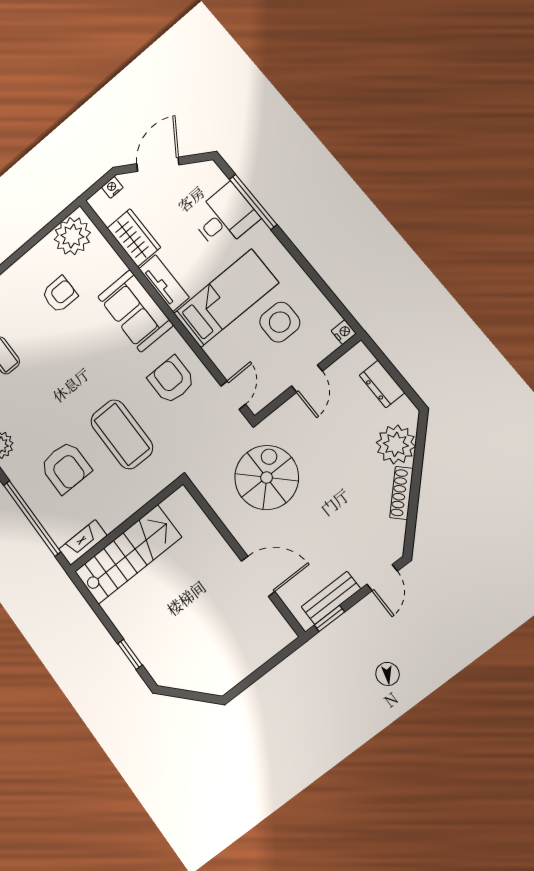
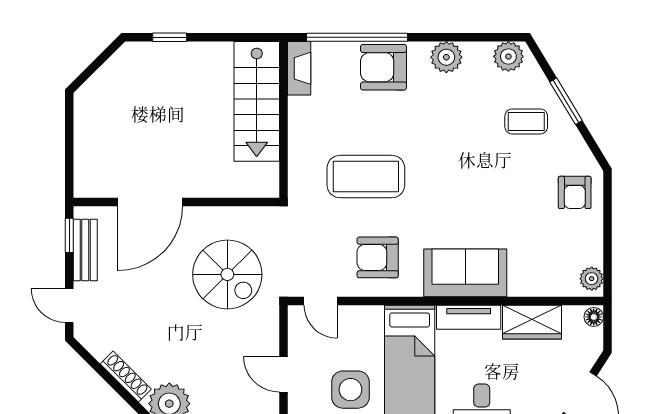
nightstand: (112, 187) -> (594, 338), removed
floor lamp: (98, 200) -> (594, 317), added
plant: (72, 236) -> (592, 279), width x0.53, depth x0.53
armchair: (60, 294) -> (575, 192), moved
armchair: (171, 380) -> (378, 257), turned 180
armchair: (66, 467) -> (384, 67), moved
door: (258, 576) -> (150, 202), width x1.36

